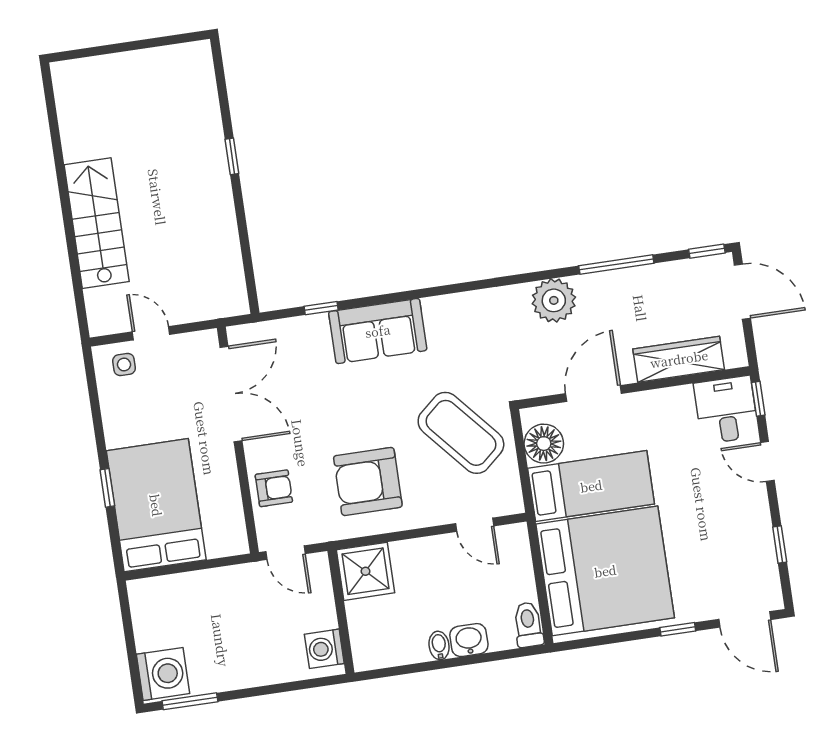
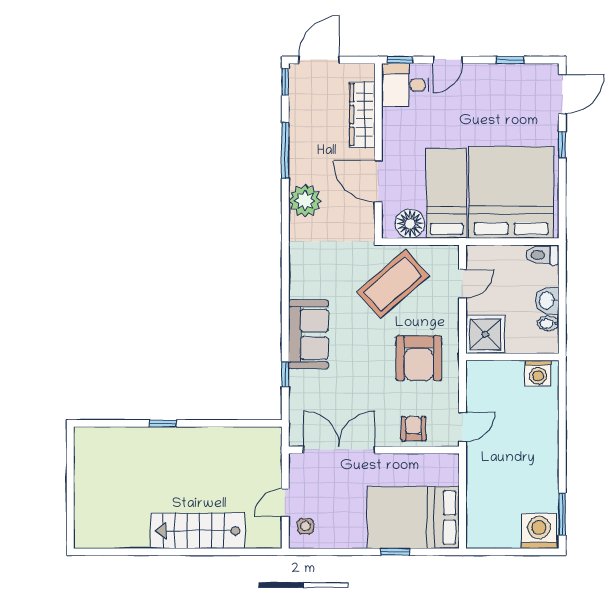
shower: (366, 571) -> (485, 334), moved
wall: (341, 612) -> (512, 357), moved
washing machine: (324, 649) -> (538, 373), moved

